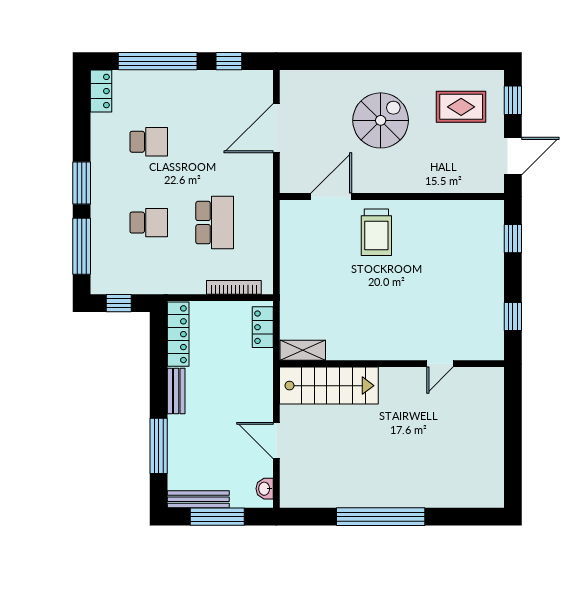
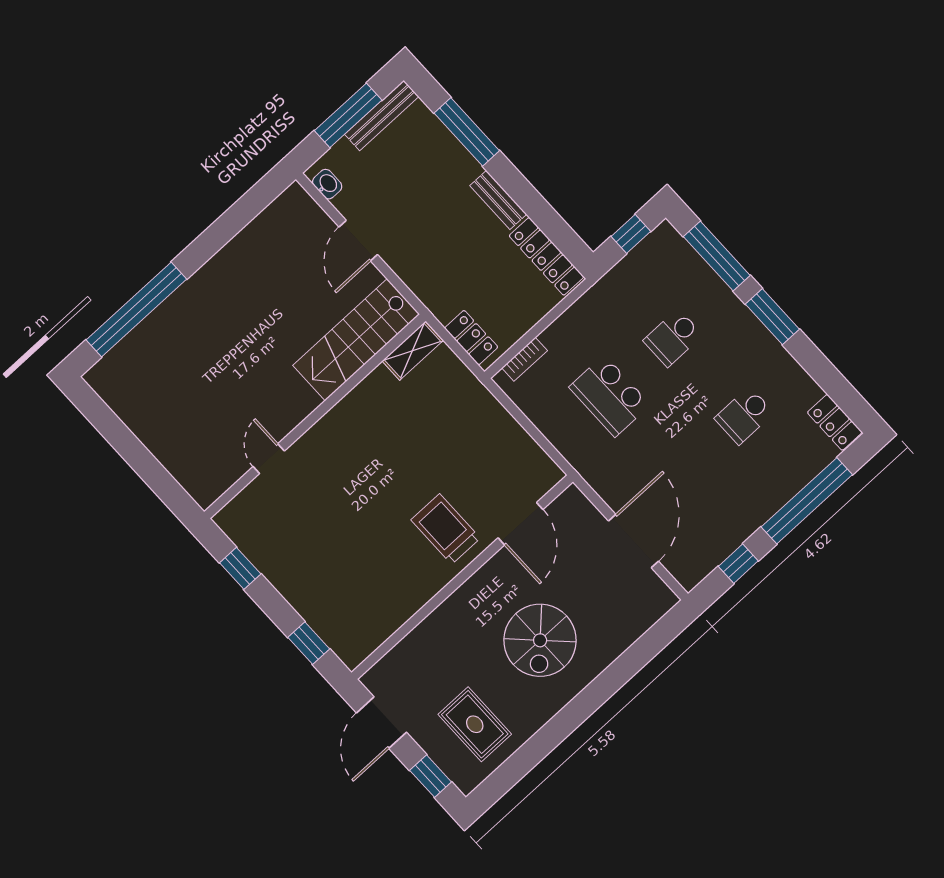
rug: (461, 107) -> (475, 724), turned 90
bookcase: (234, 287) -> (525, 359), width x0.64
door: (276, 440) -> (358, 241), swing flipped
window: (381, 517) -> (136, 309), moved

